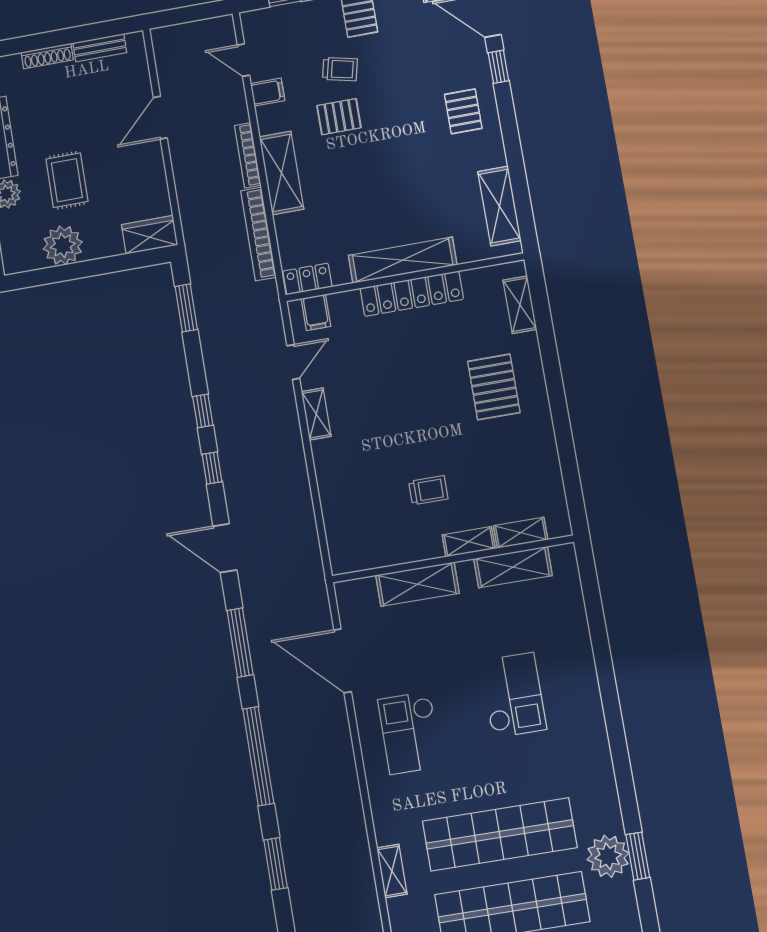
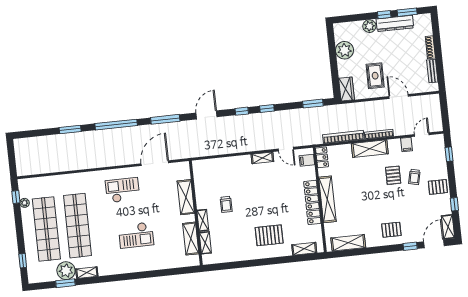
rug: (67, 180) -> (375, 76), moved, turned 90
shelving: (392, 871) -> (87, 273), moved

